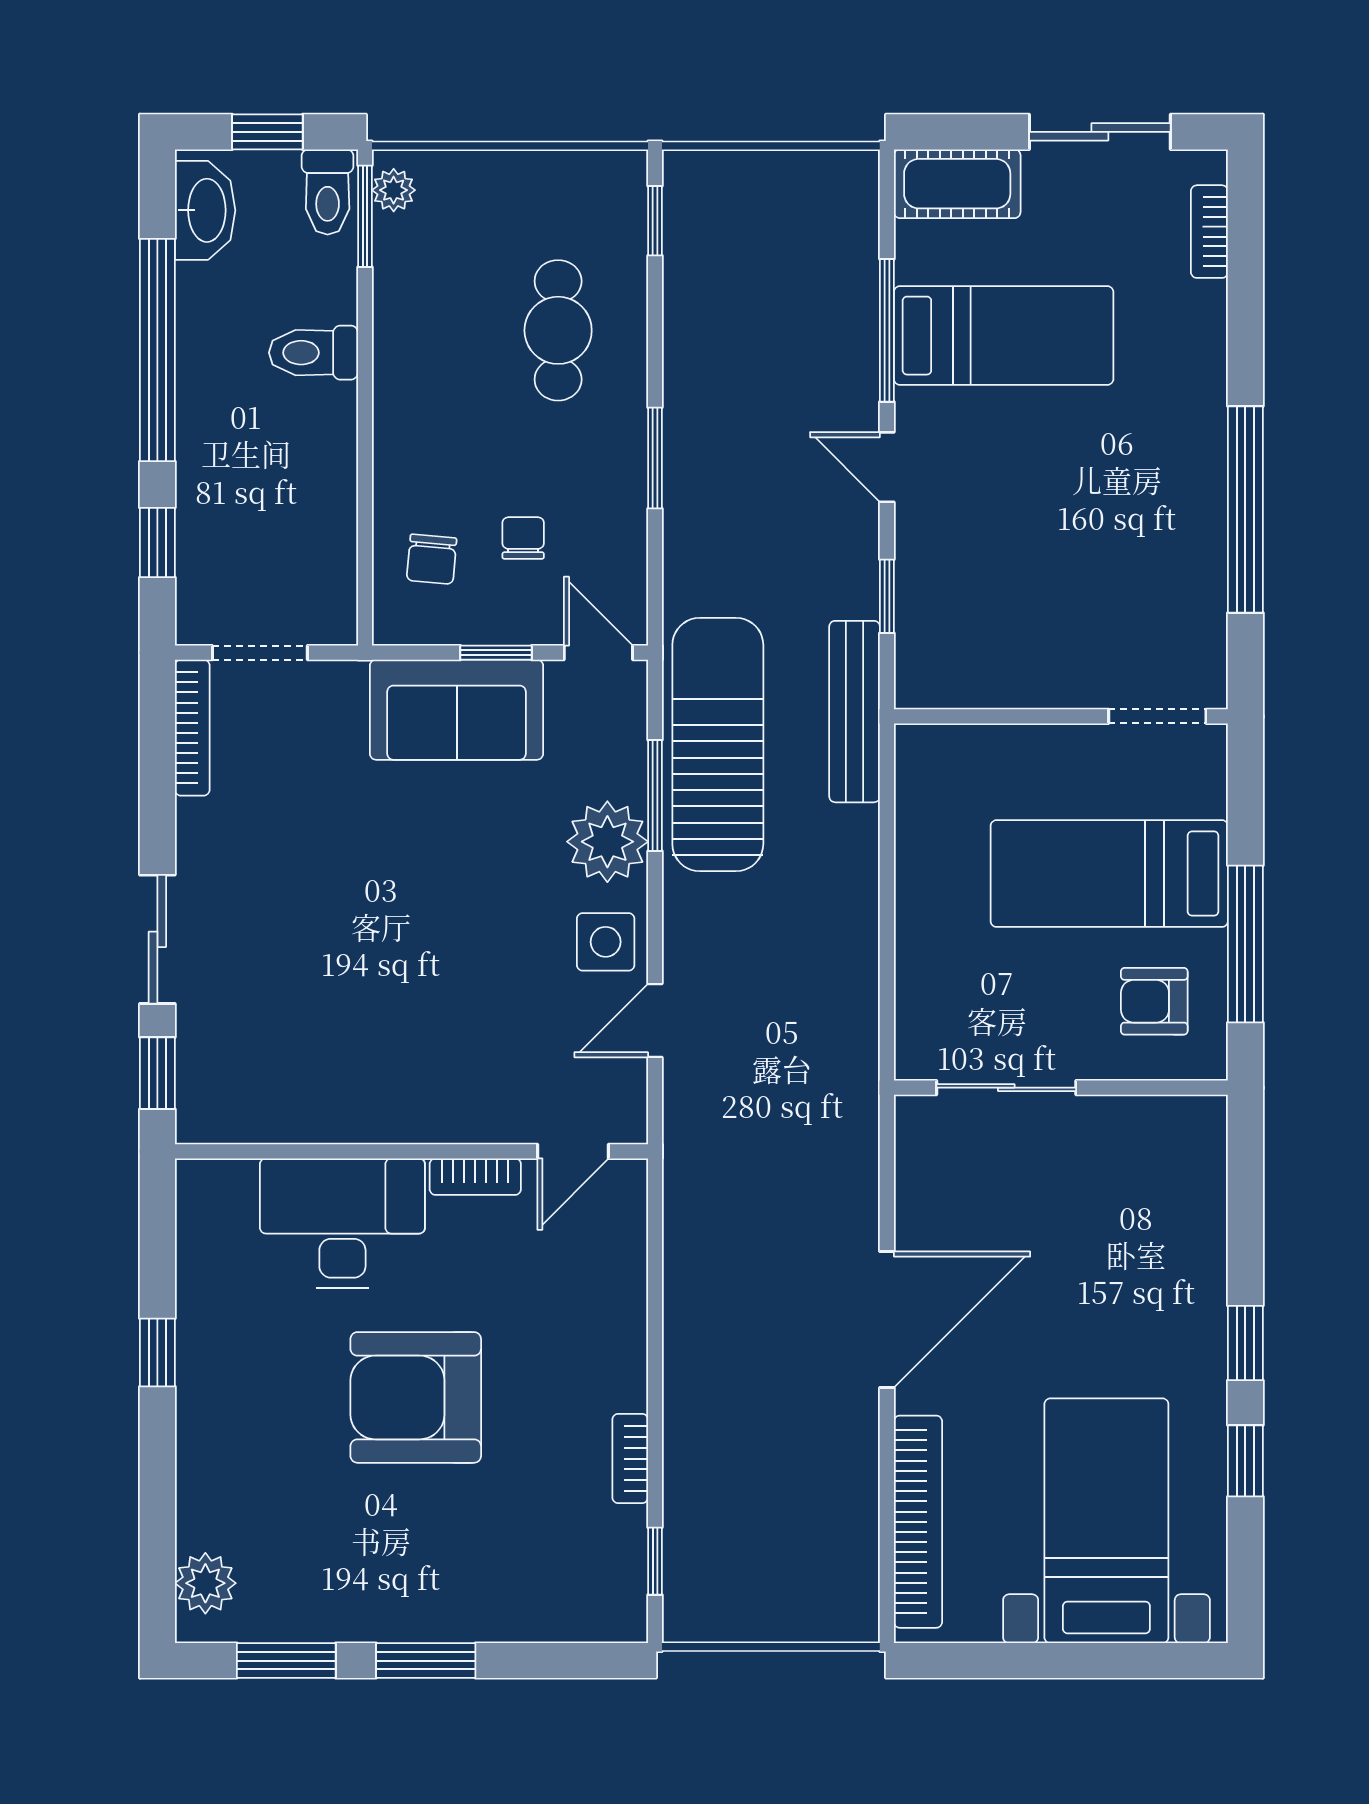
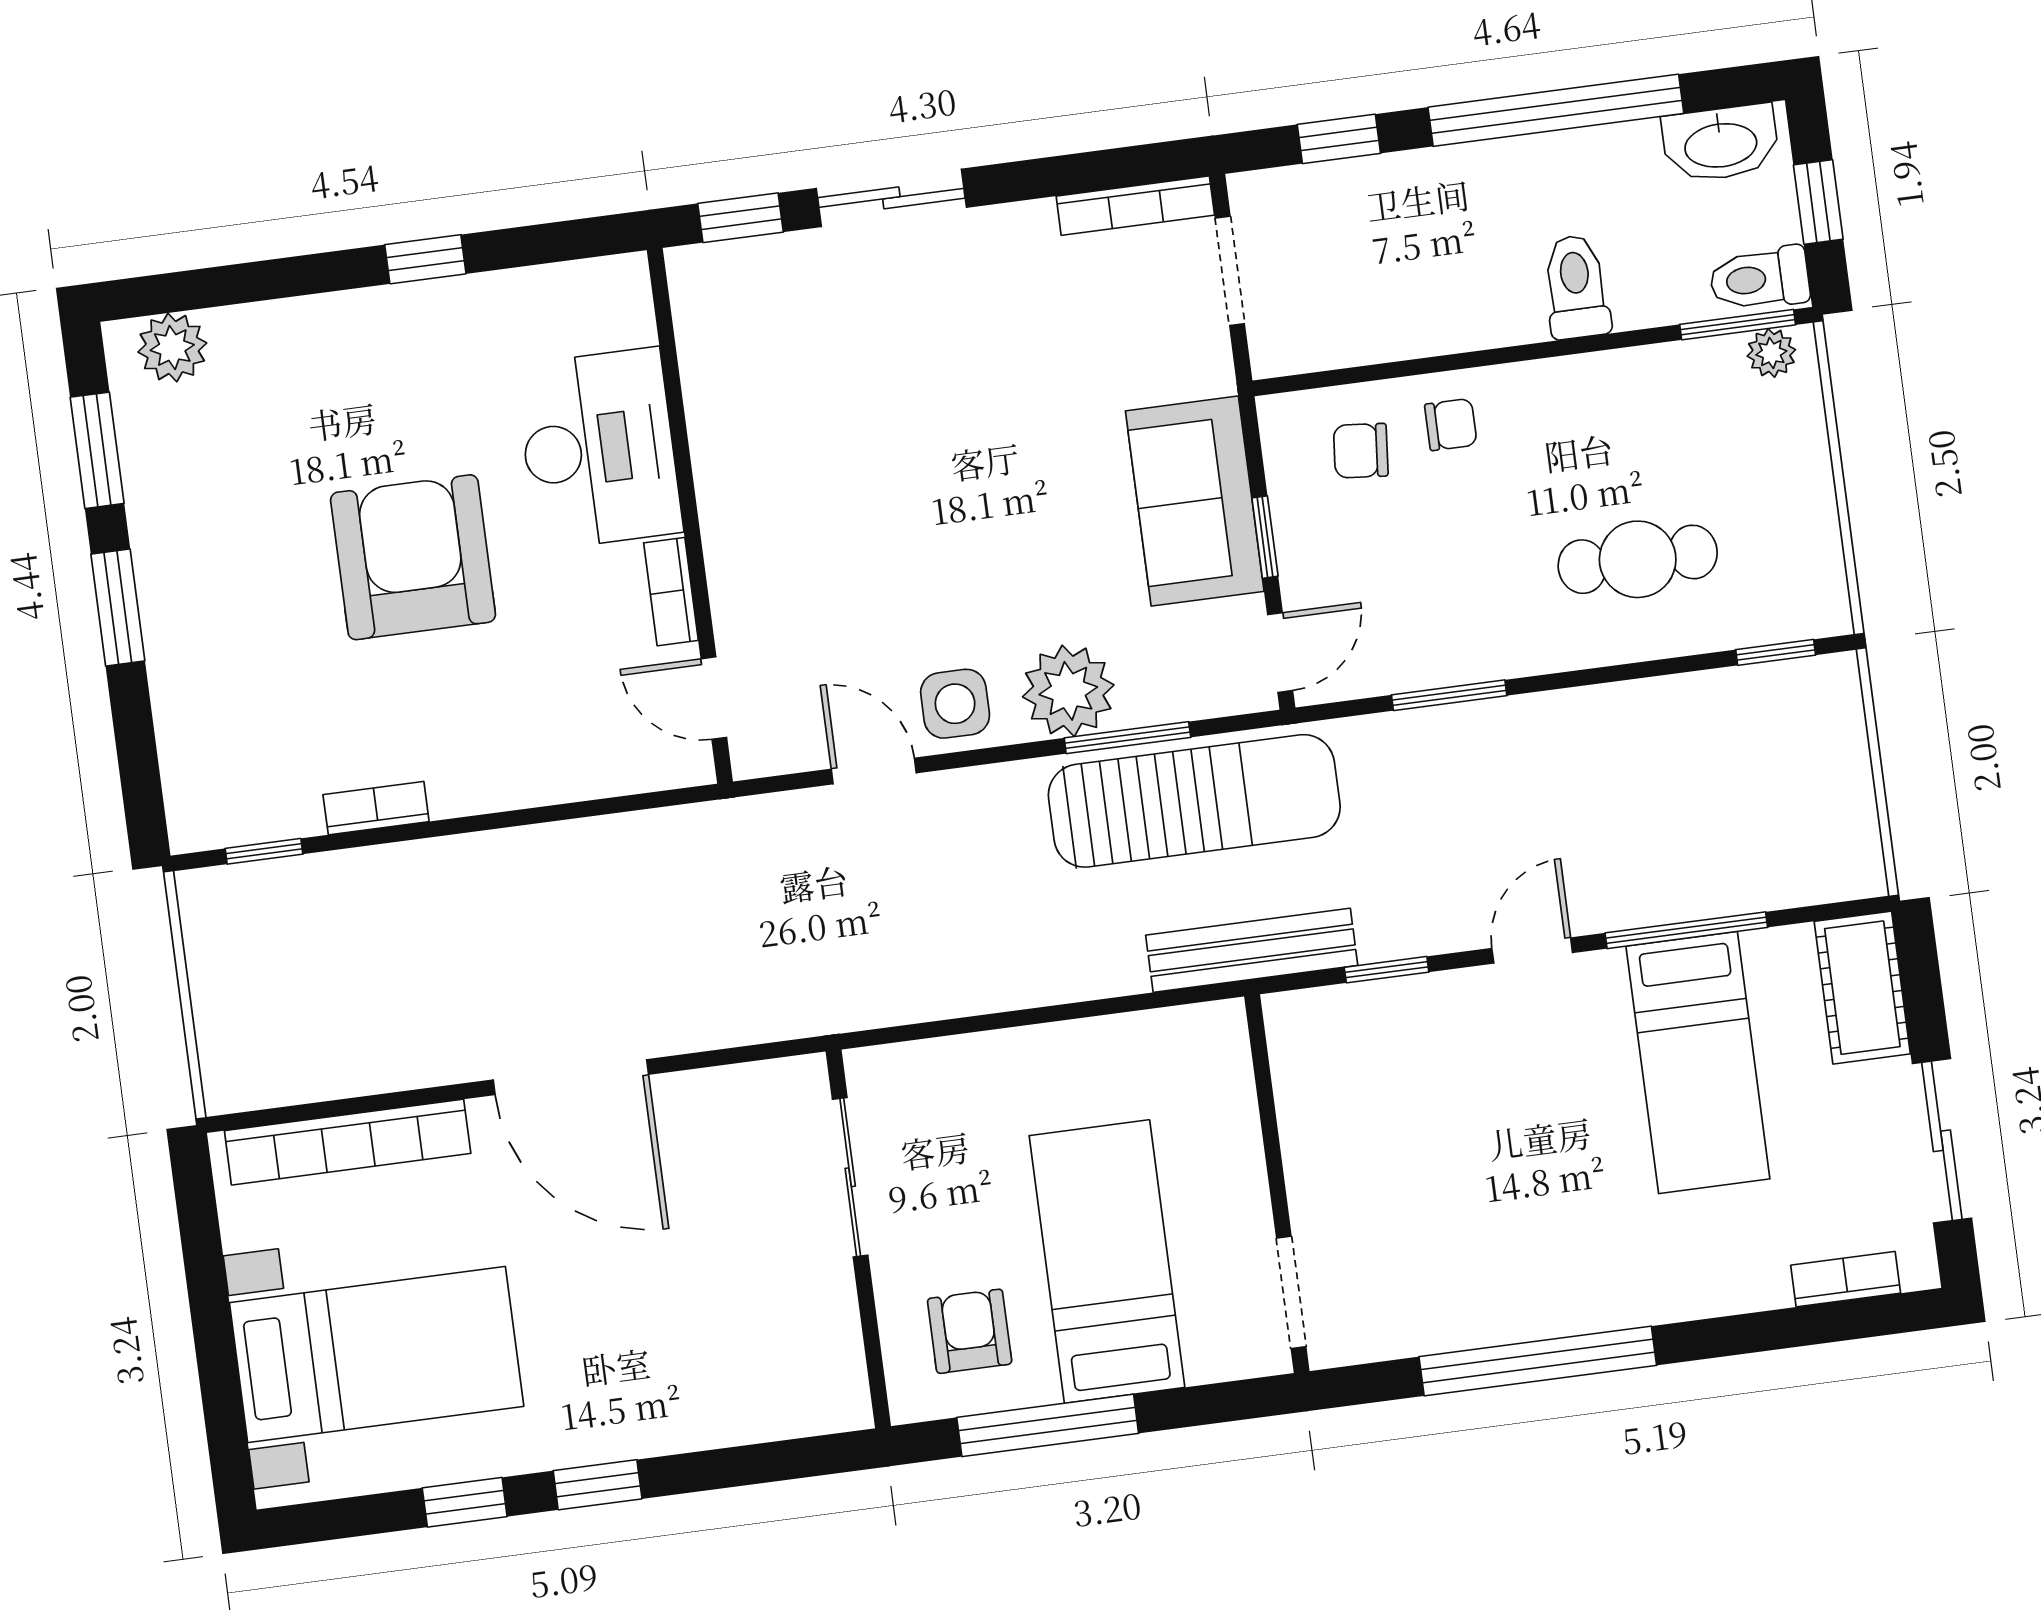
window: (655, 458) -> (1449, 695), moved
chair: (523, 538) -> (1451, 425), moved

